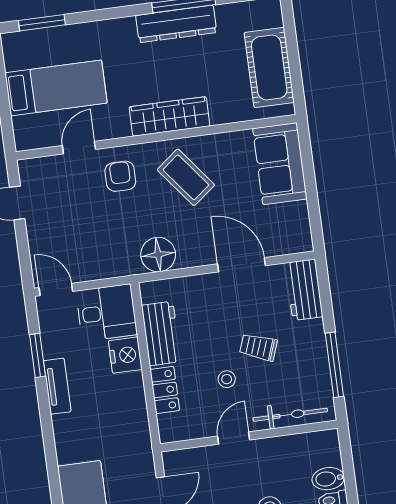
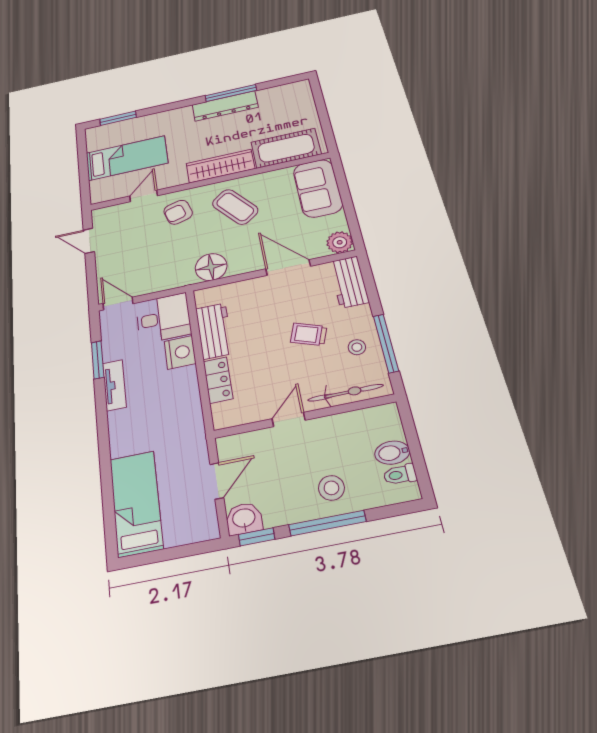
cot: (269, 67) -> (286, 148), moved, turned 90
armchair: (120, 176) -> (178, 212), turned -106
plant: (298, 239) -> (340, 242), added
stool: (227, 379) -> (357, 347), moved

